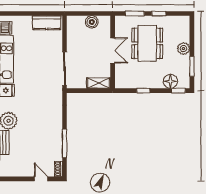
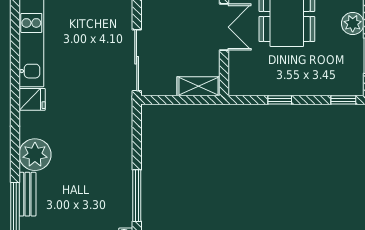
floor lamp: (170, 81) -> (329, 83), removed

